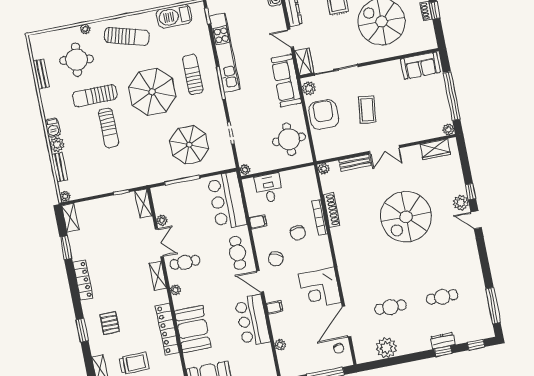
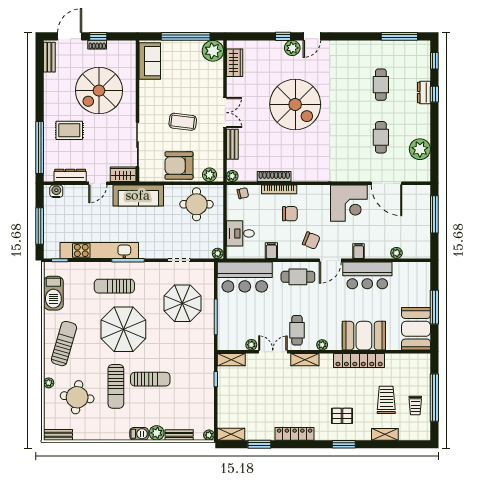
bench: (41, 74) -> (58, 435), moved
plant: (309, 88) -> (210, 175), moved
plant: (448, 129) -> (213, 51), width x1.87, depth x1.87
chair: (339, 348) -> (243, 193), moved

